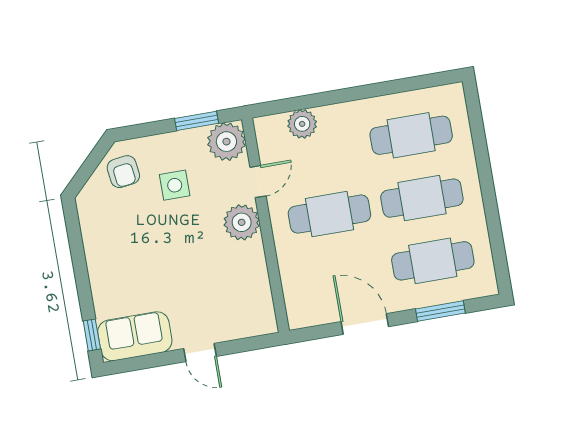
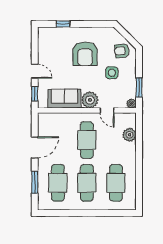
plant: (226, 142) -> (131, 103), width x0.53, depth x0.53
armchair: (144, 250) -> (85, 54), added
window: (92, 335) -> (63, 24), moved
sofa: (135, 336) -> (64, 99), moved, turned -90
window: (249, 344) -> (35, 94), added
door: (200, 352) -> (35, 71), swing flipped

